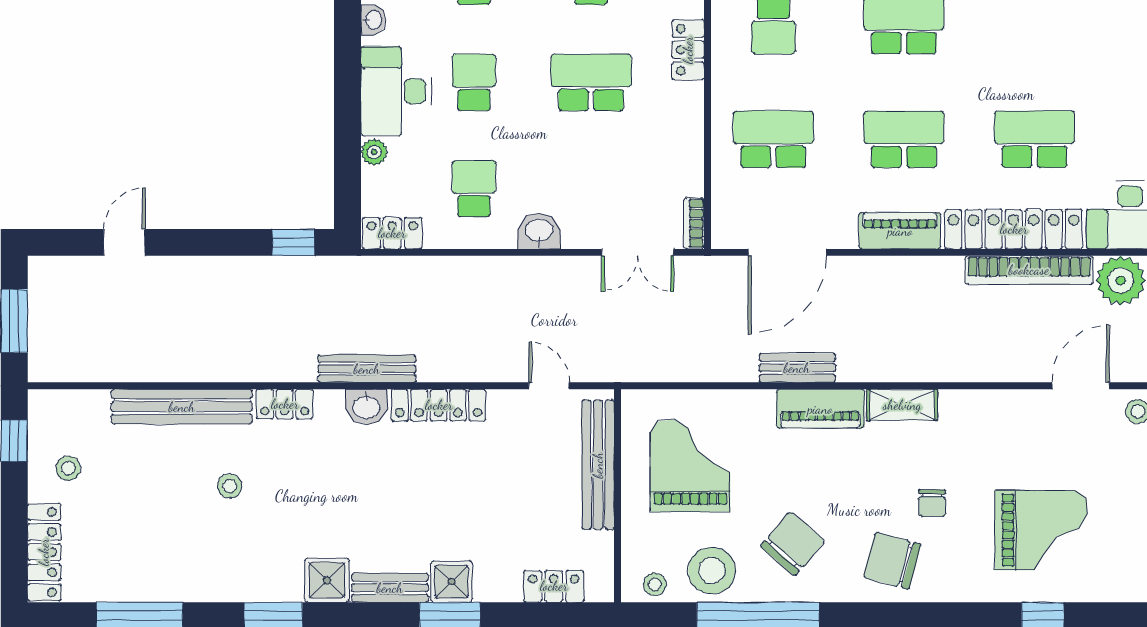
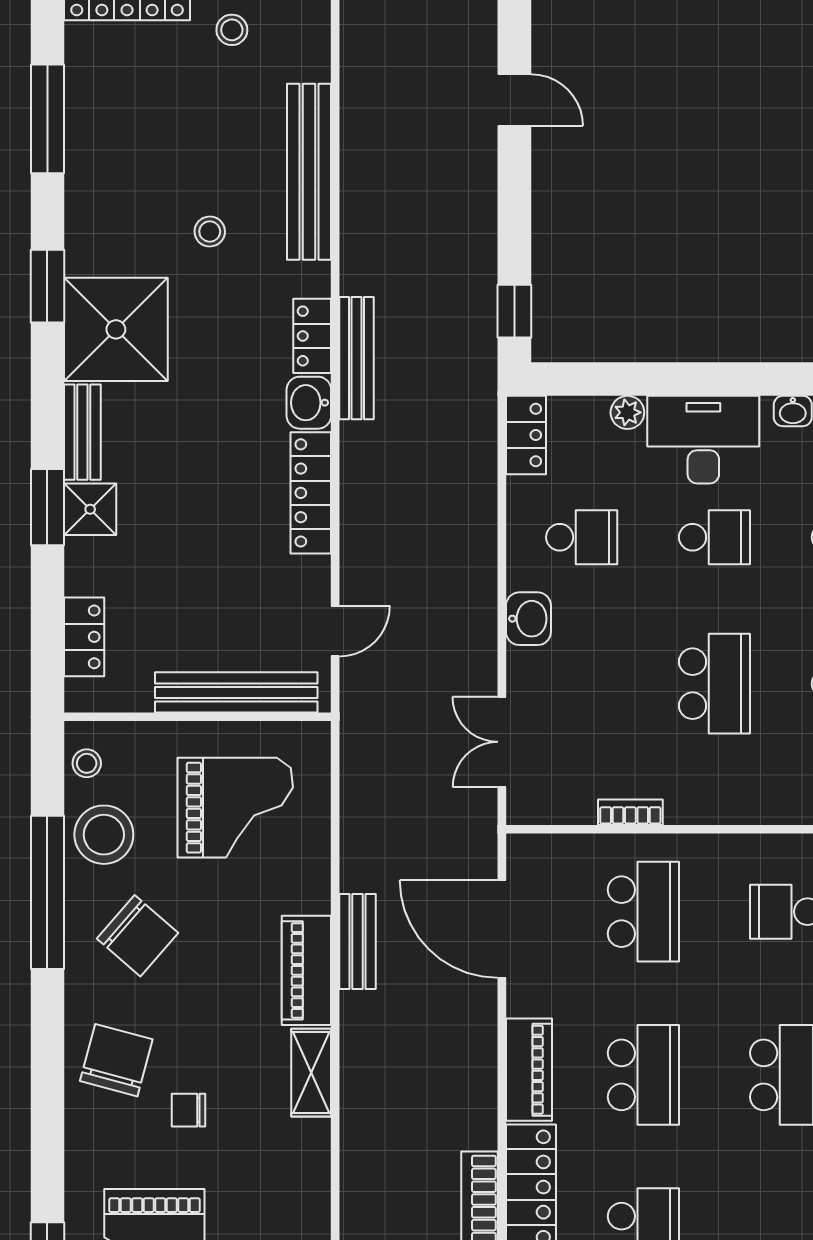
locker: (688, 50) -> (755, 805), removed
bookcase: (694, 223) -> (630, 812), moved
bench: (367, 369) -> (356, 358), moved
locker: (285, 404) -> (312, 336), moved
shower: (327, 580) -> (116, 329), width x1.86, depth x1.86

